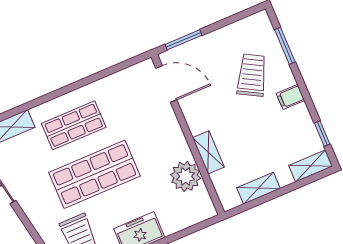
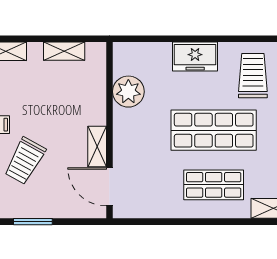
window: (184, 40) -> (33, 222), moved
shelving: (208, 152) -> (97, 147), moved

